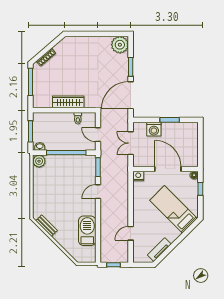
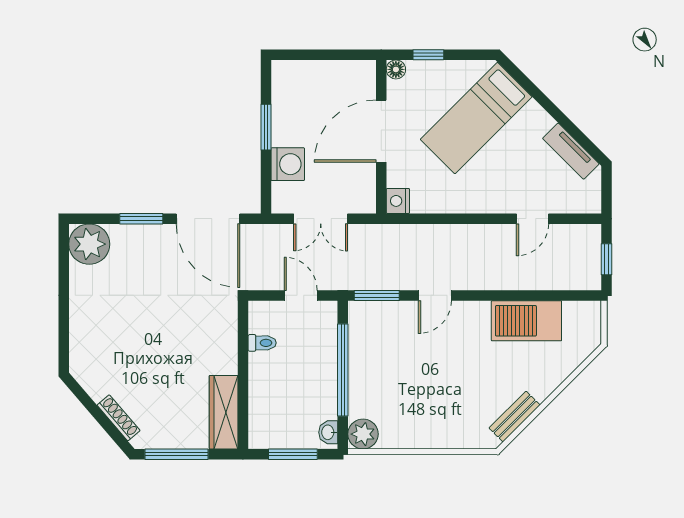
wardrobe: (68, 102) -> (224, 412), moved
door: (98, 135) -> (301, 295), swing flipped
door: (98, 192) -> (435, 295), hinge flipped
door: (131, 233) -> (532, 219), hinge flipped

